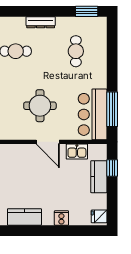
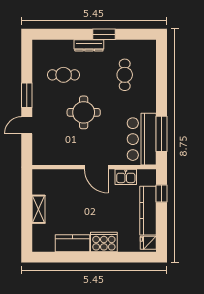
window: (87, 11) -> (104, 34), moved
round table: (40, 106) -> (84, 112), moved
kitchen counter: (99, 177) -> (148, 211), width x1.50
cooker: (61, 218) -> (104, 242), width x1.87, depth x1.31

